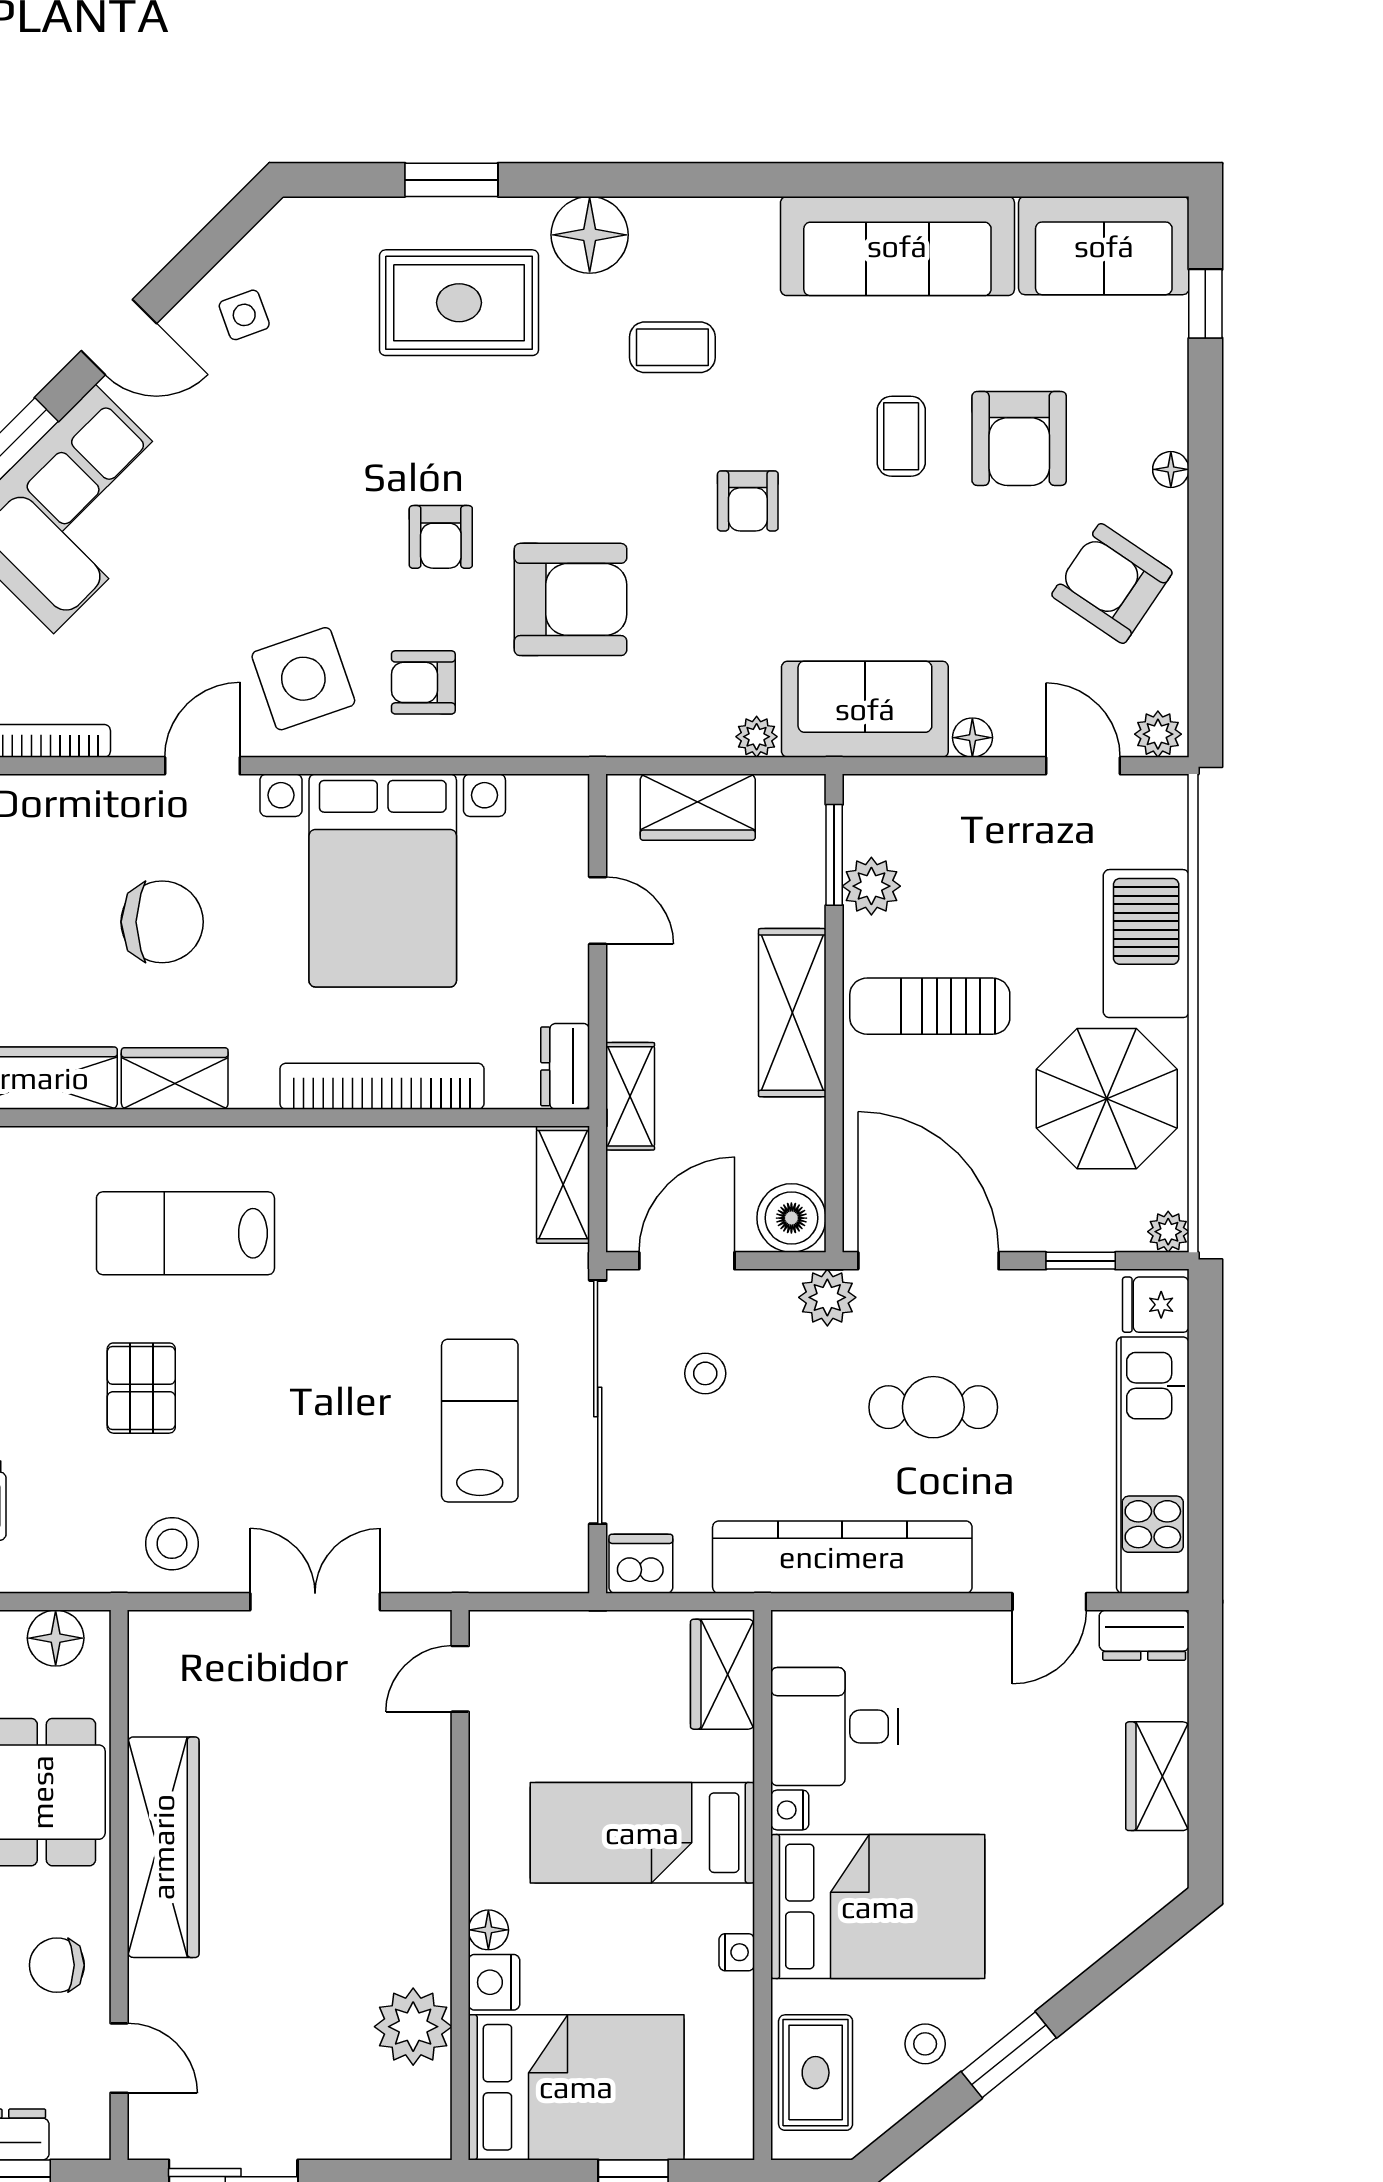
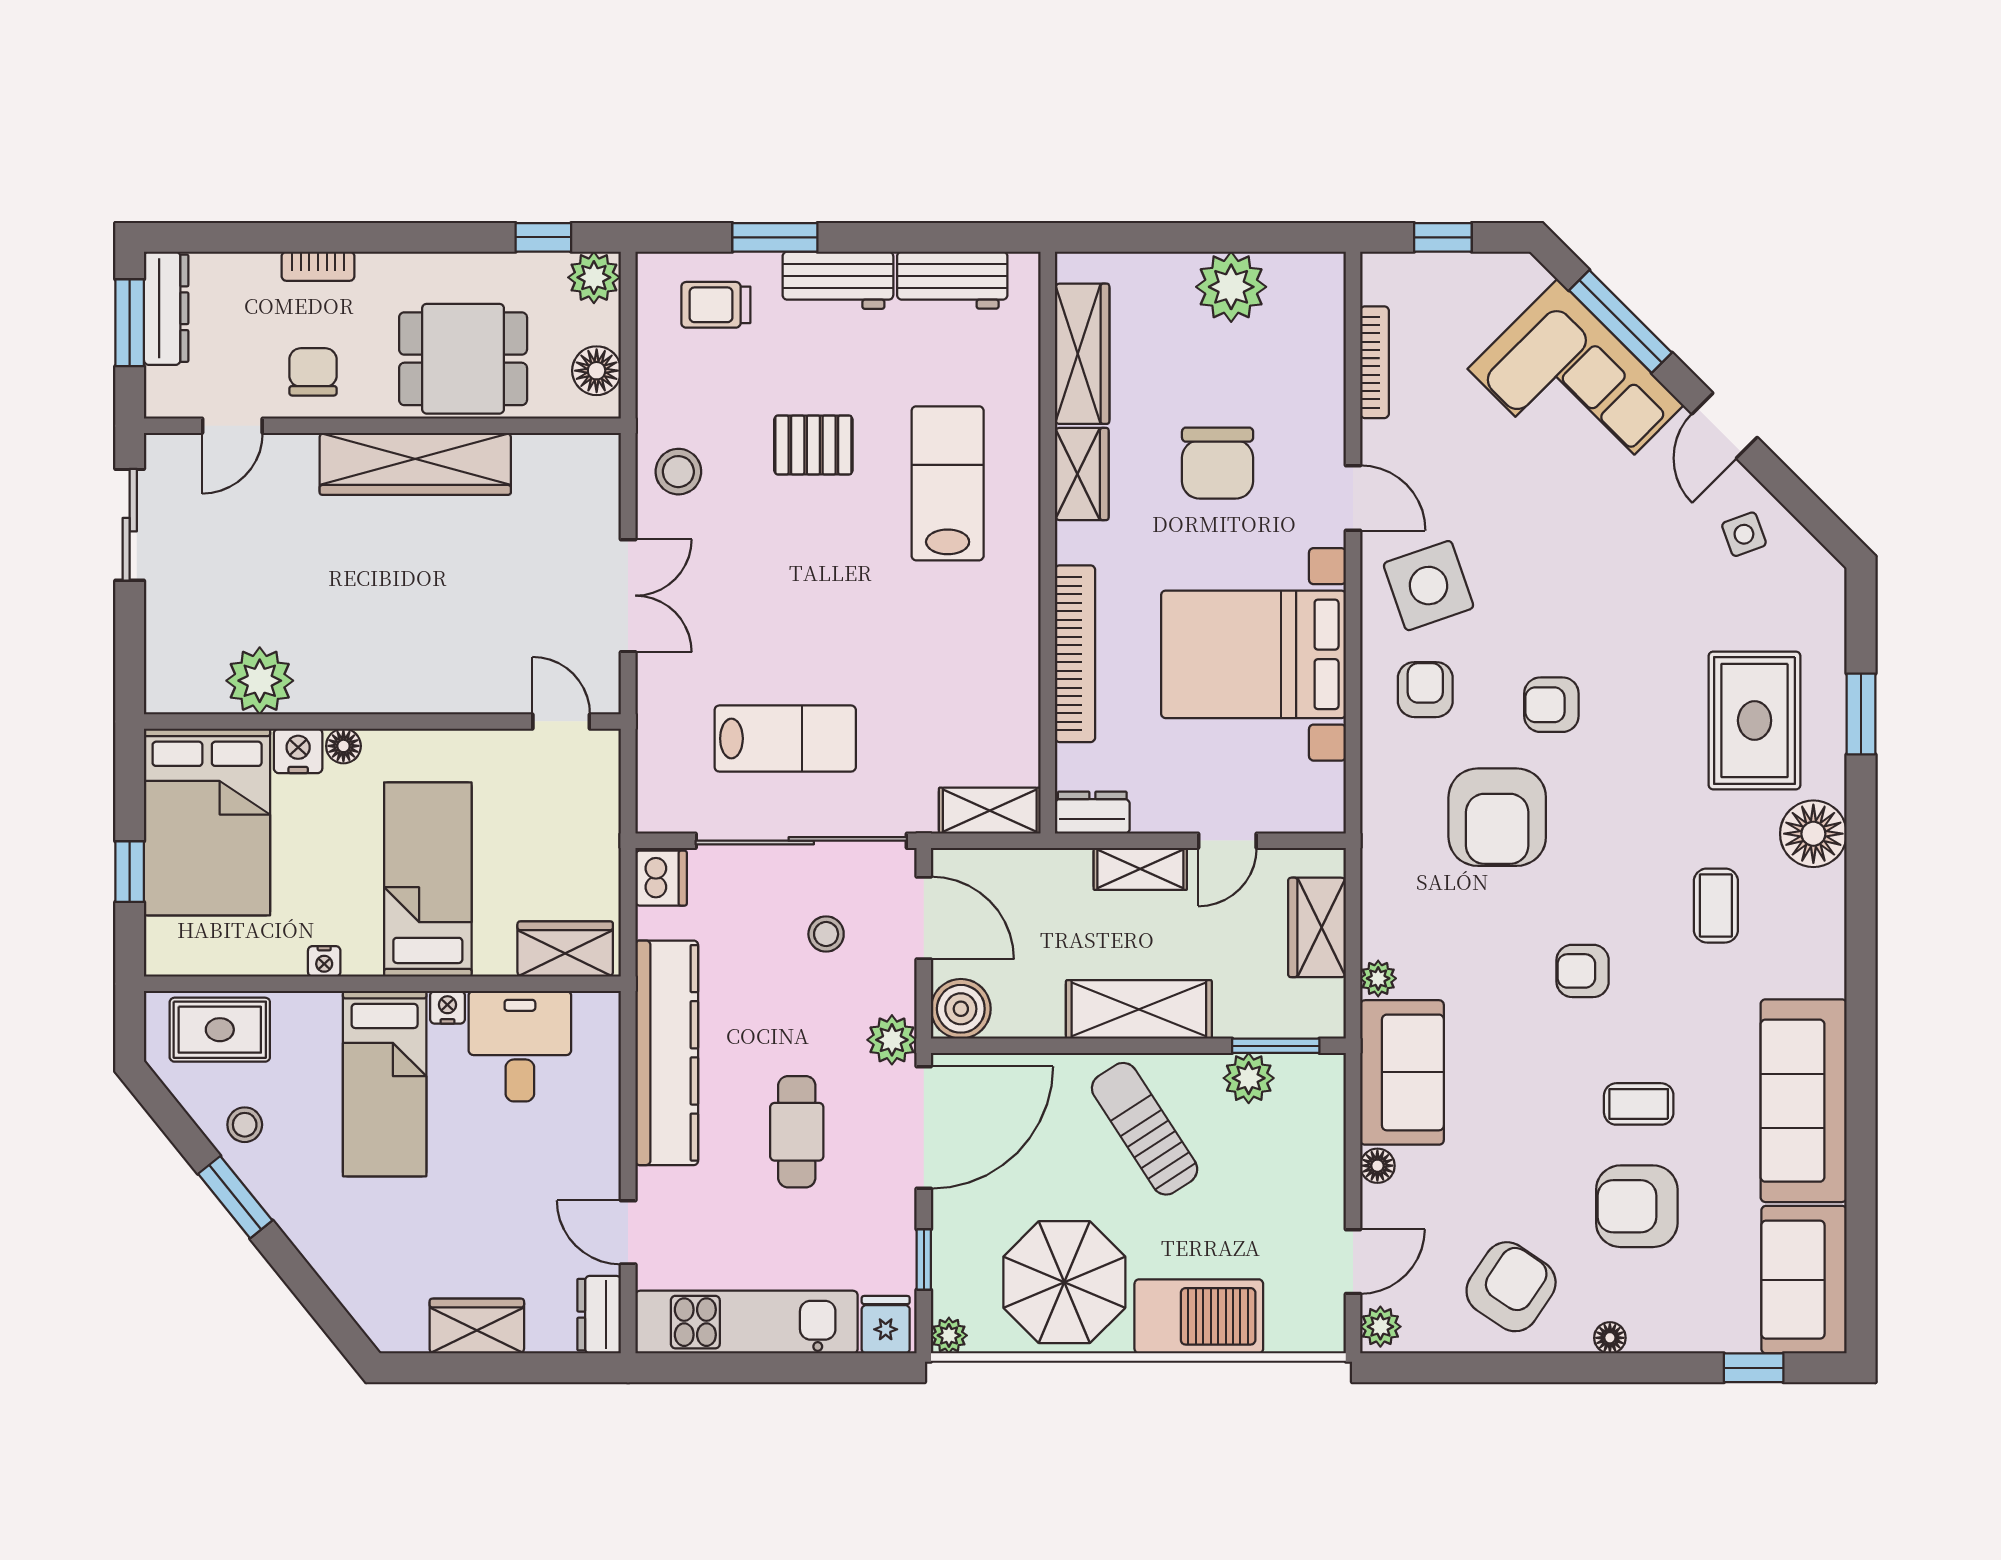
sun lounger: (930, 1006) -> (1145, 1129), turned -33
shelving: (630, 1096) -> (1140, 869), moved
bed: (878, 1907) -> (385, 1084), width x0.67

